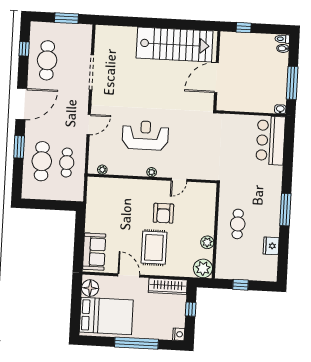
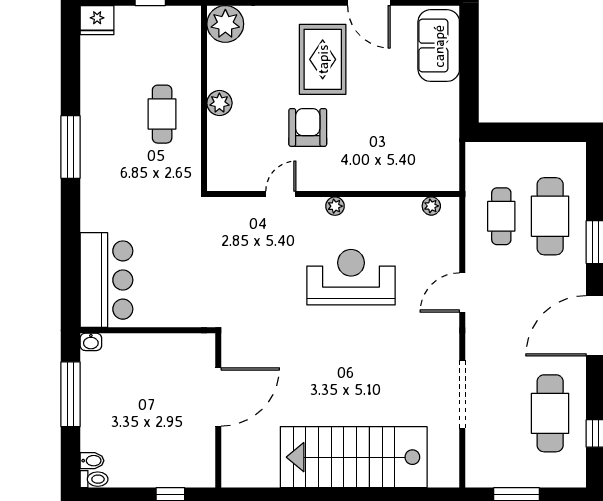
stairs: (175, 45) -> (354, 457), moved
reception desk: (145, 135) -> (351, 277), turned 180
plant: (207, 242) -> (219, 103), moved
fridge: (271, 246) -> (97, 20), moved, turned 90

